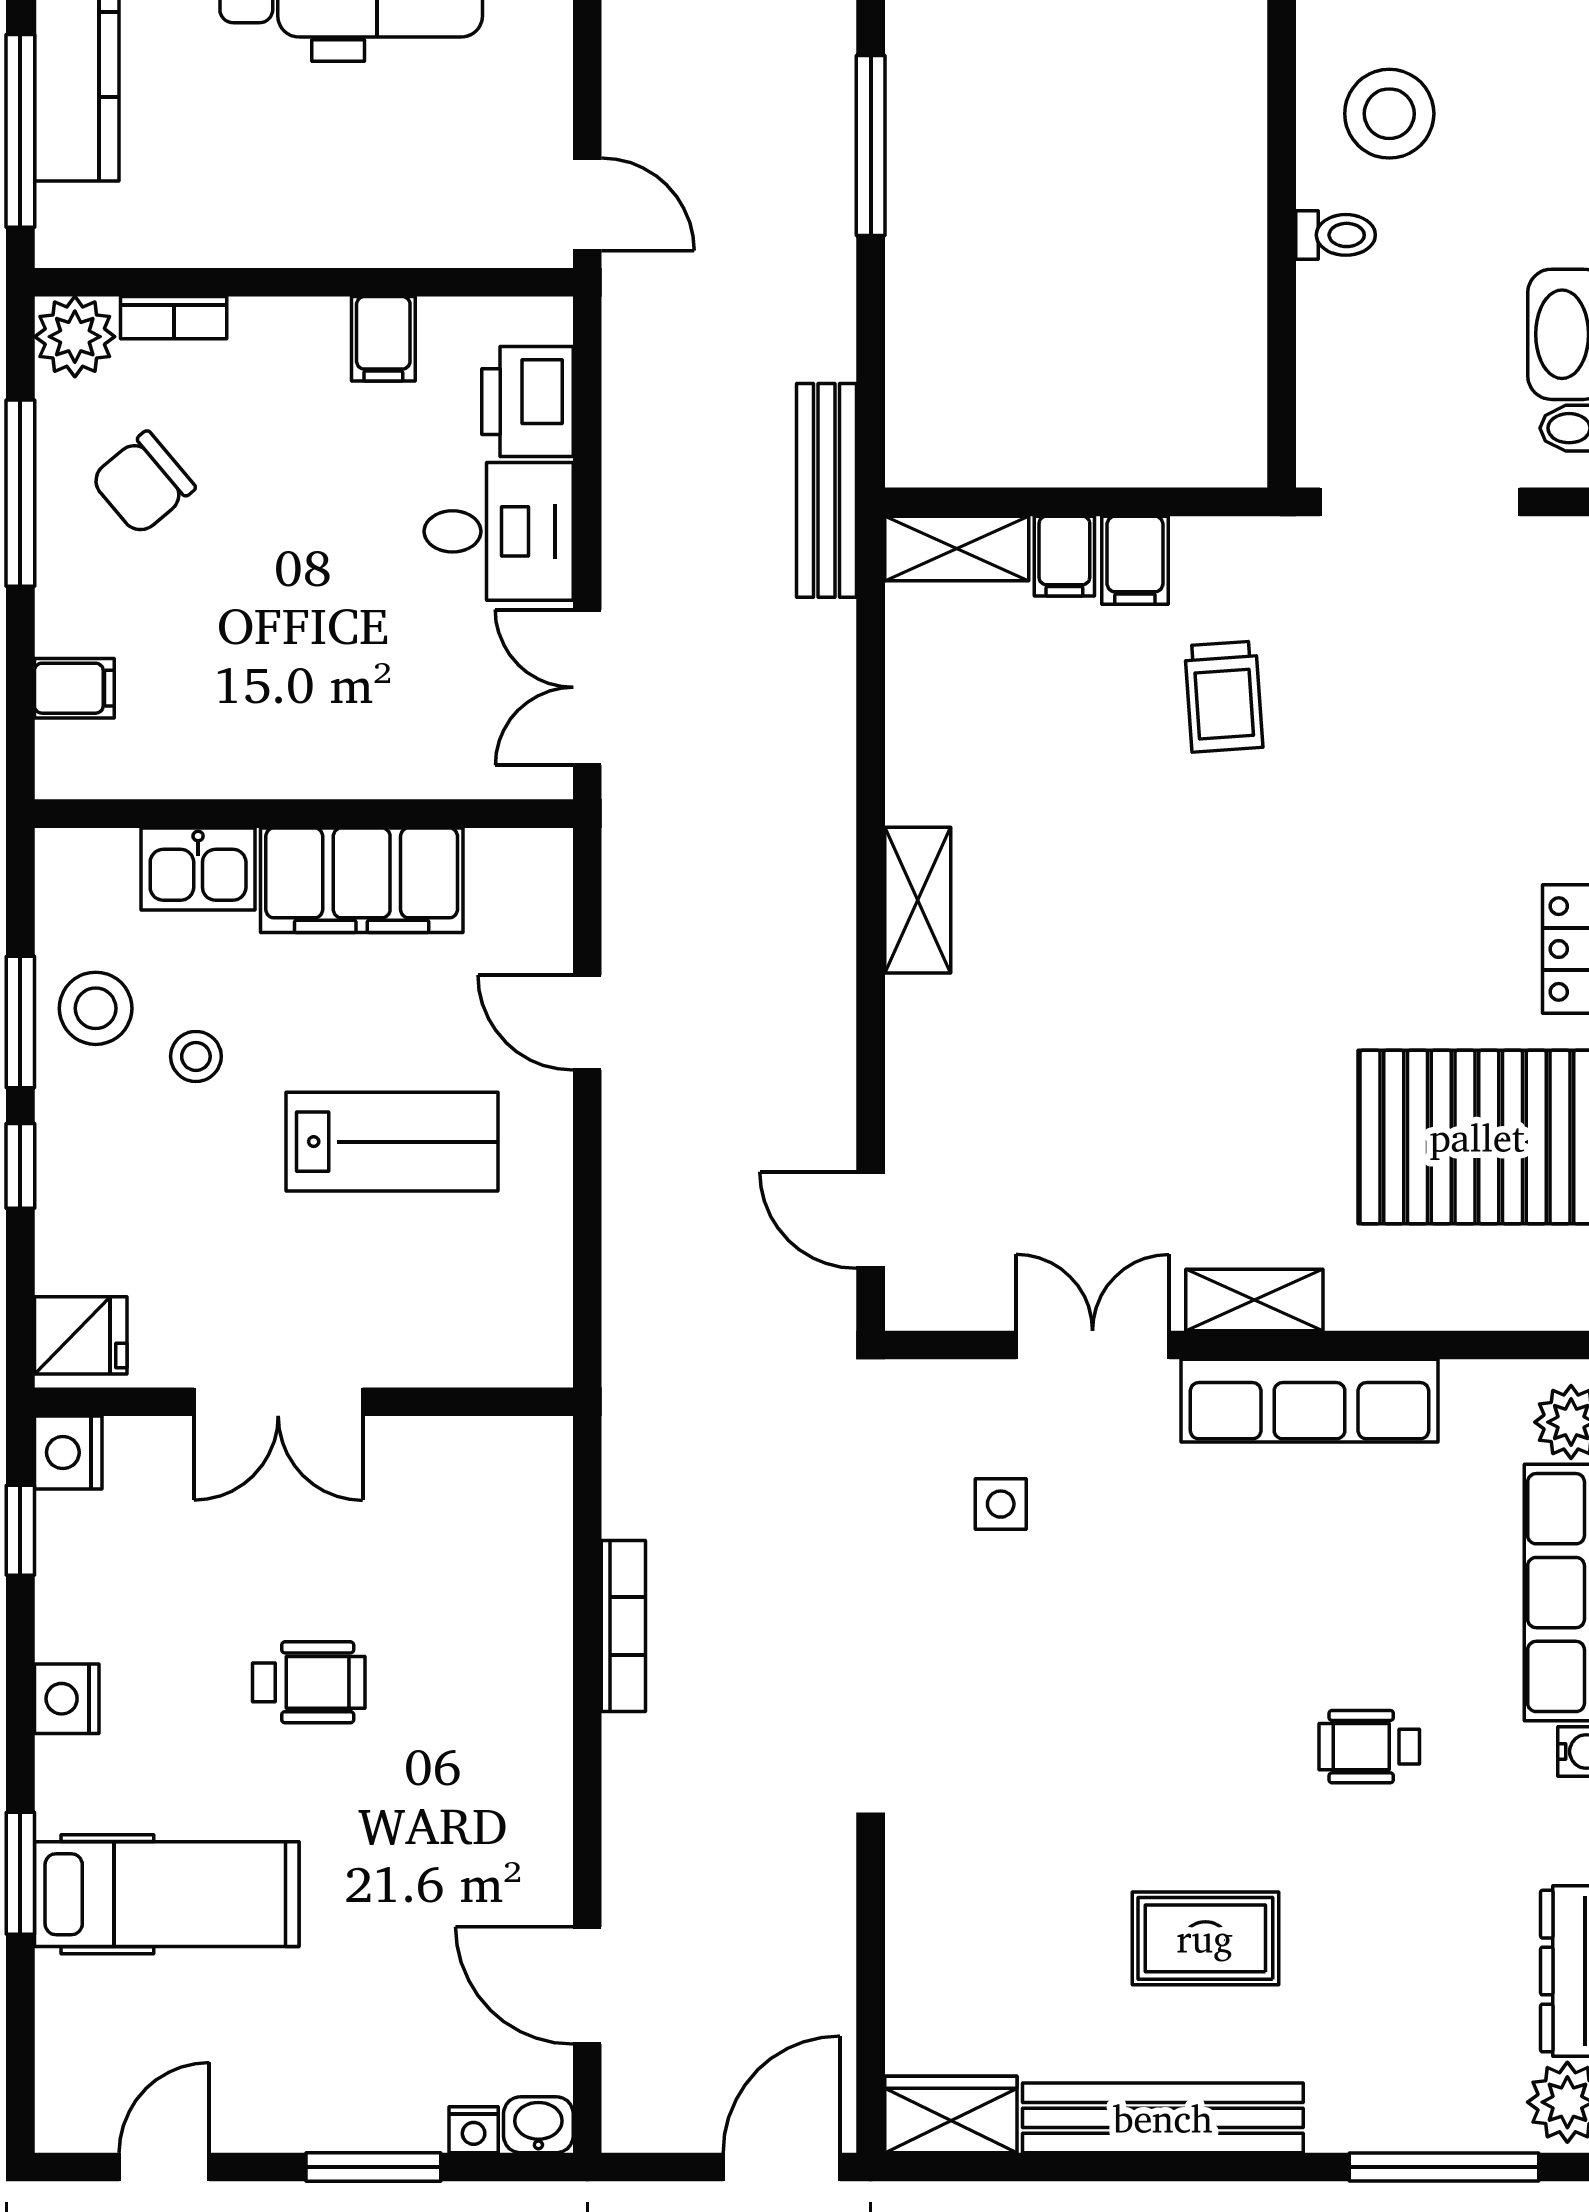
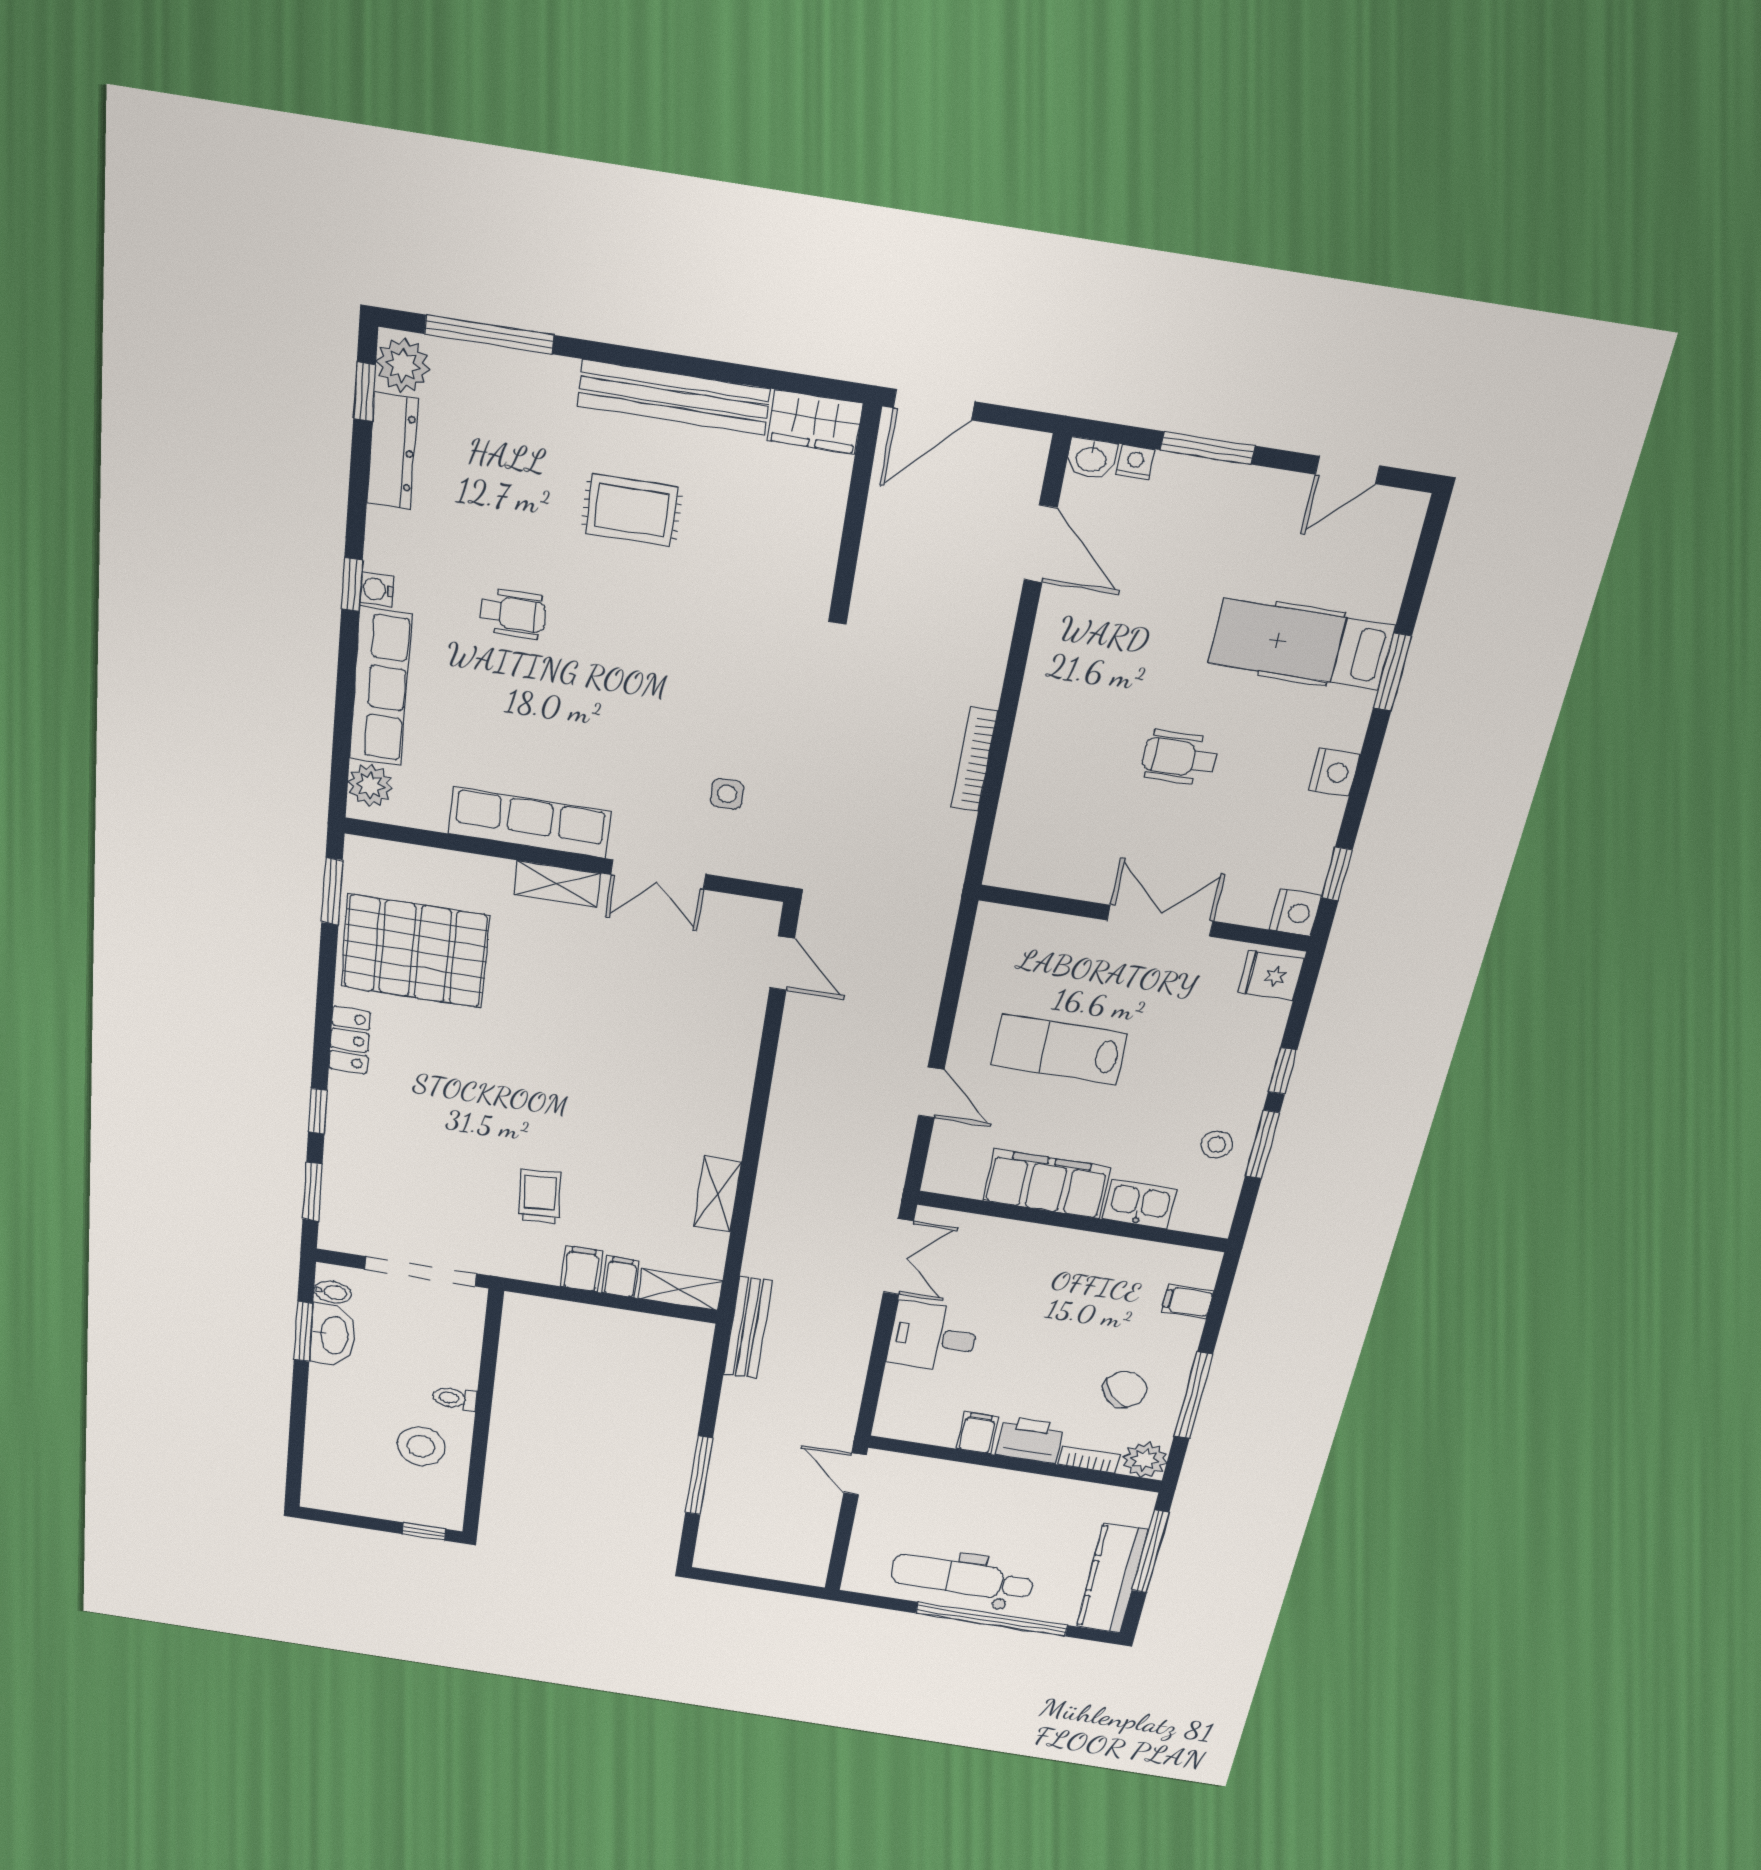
printer: (528, 402) -> (1030, 1440), moved, turned -90
shelving: (918, 900) -> (717, 1194), moved
stool: (96, 1008) -> (1217, 1145), width x0.73, depth x0.73
stool: (196, 1056) -> (1164, 1111), removed

